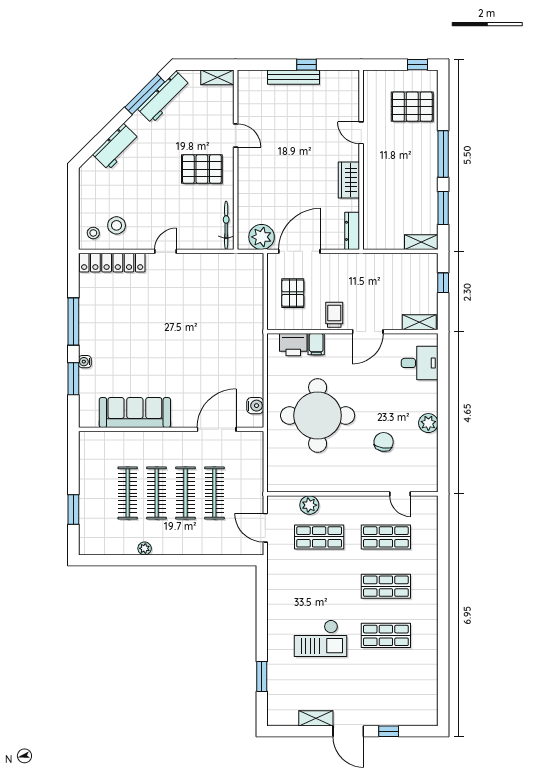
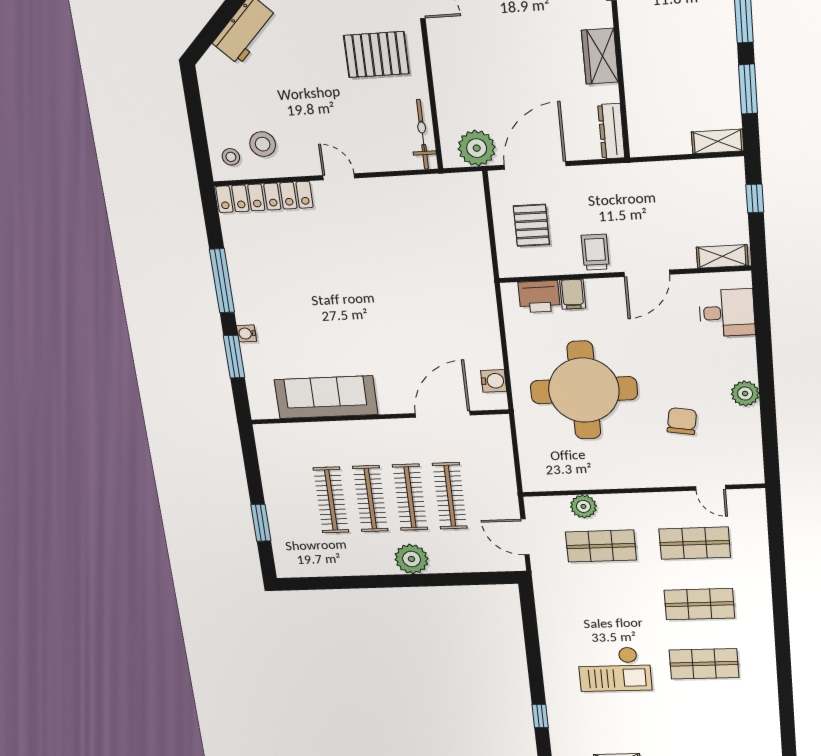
door: (165, 251) -> (339, 177), hinge flipped
plant: (145, 548) -> (411, 559), moved, width x1.88, depth x1.88
window: (262, 677) -> (540, 716), width x0.67

